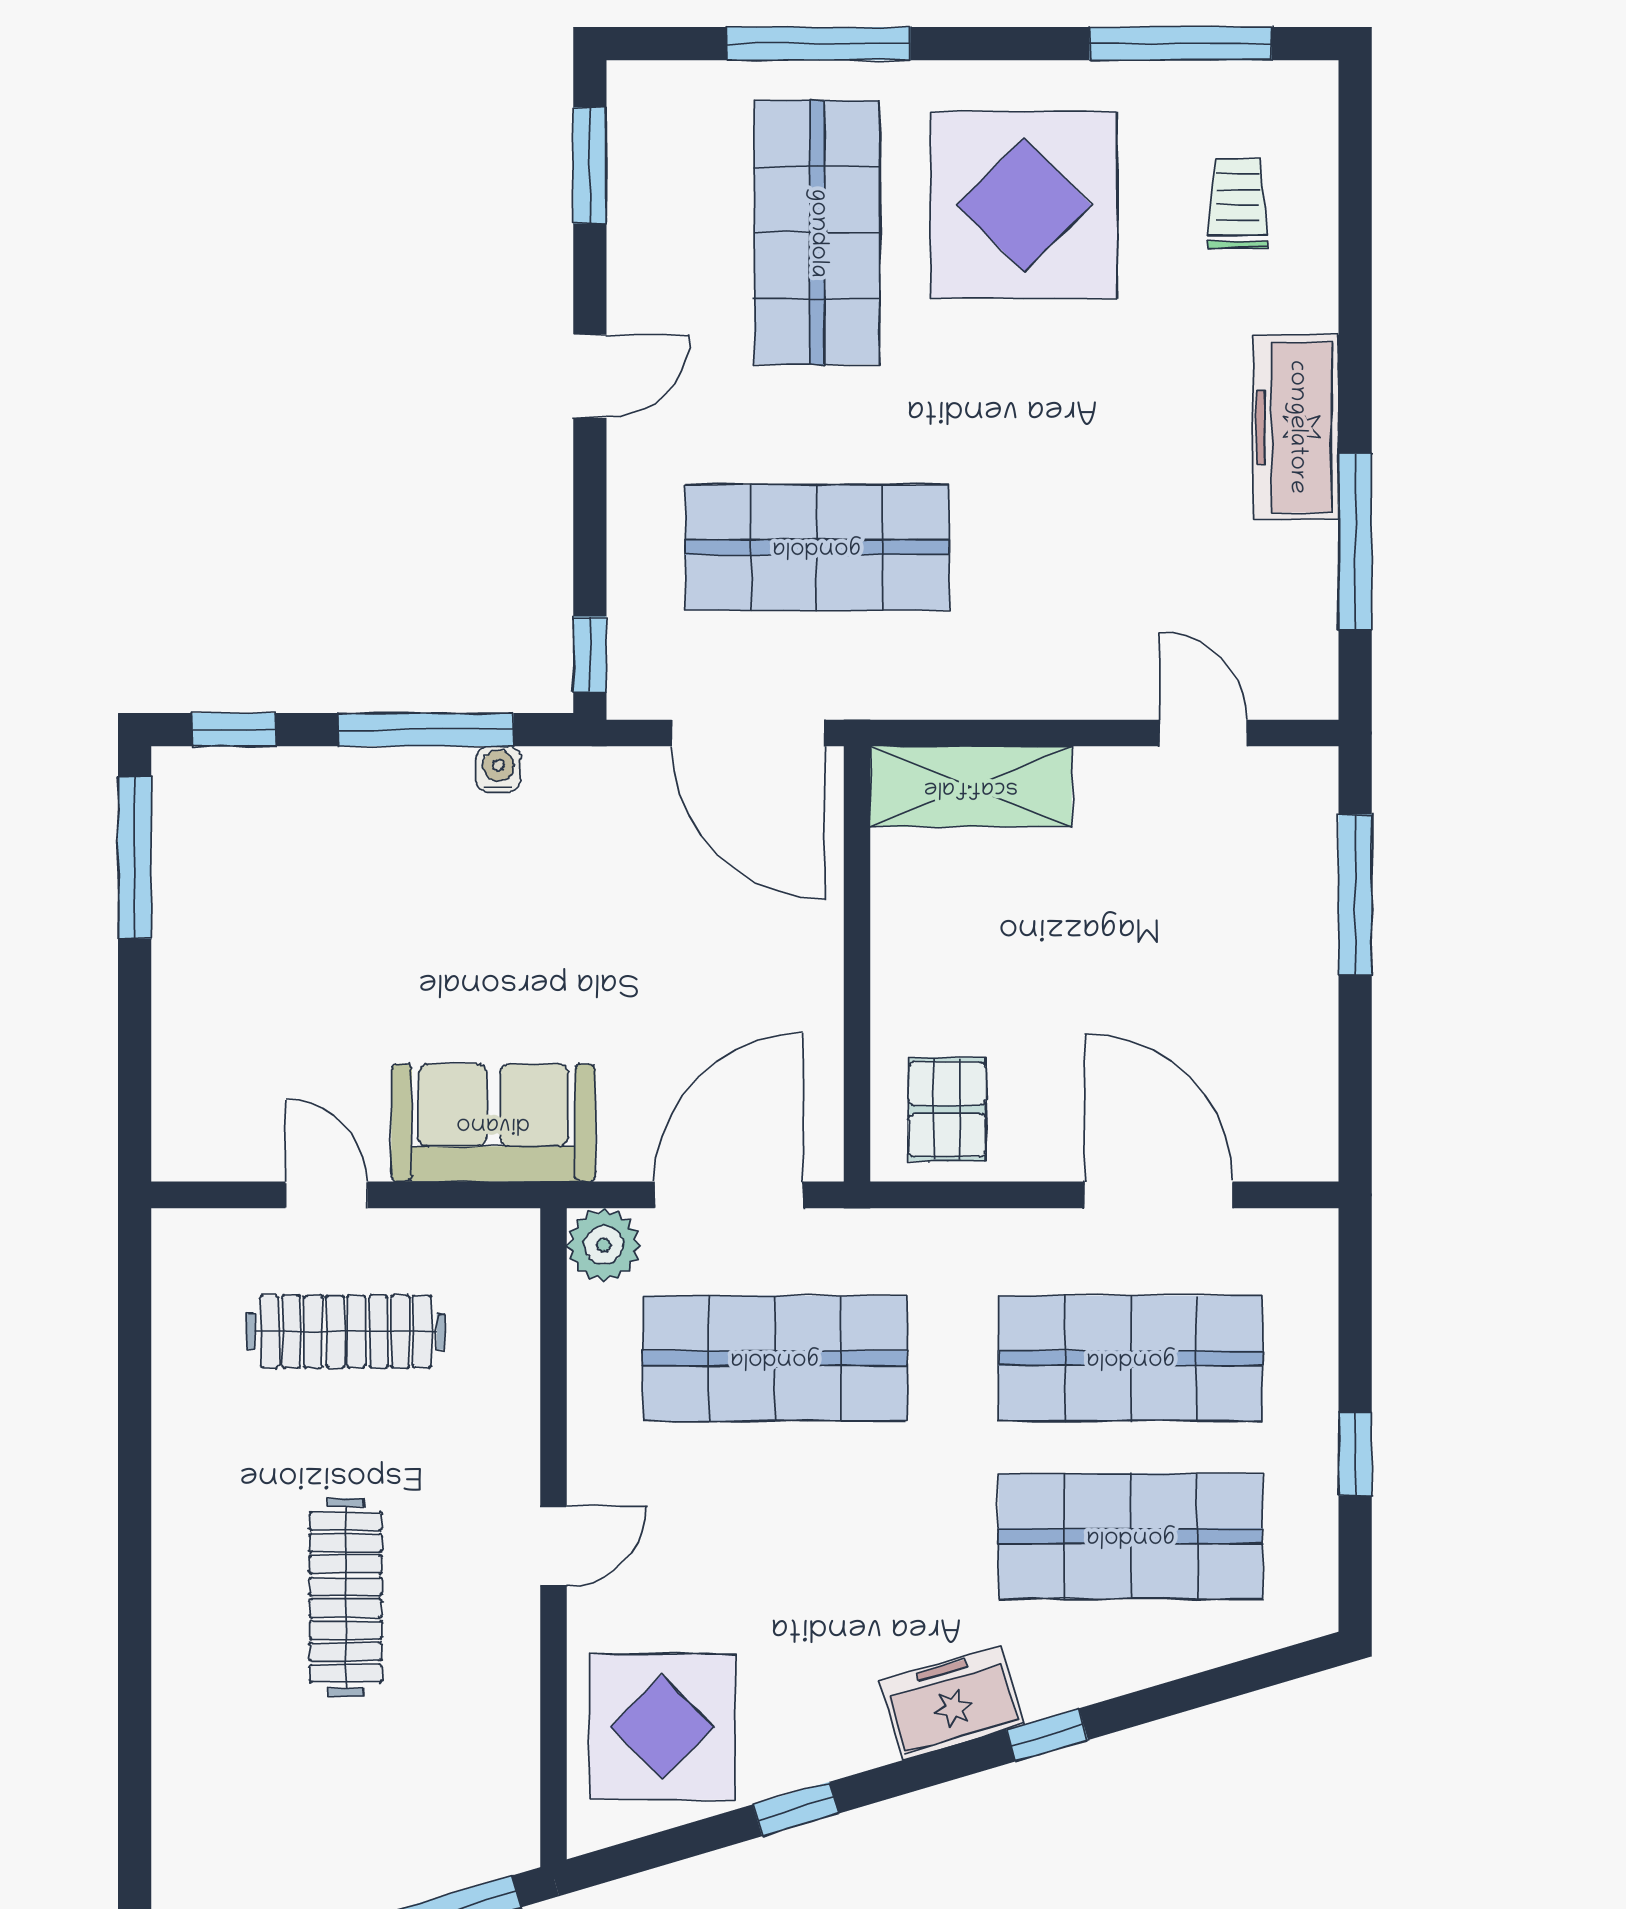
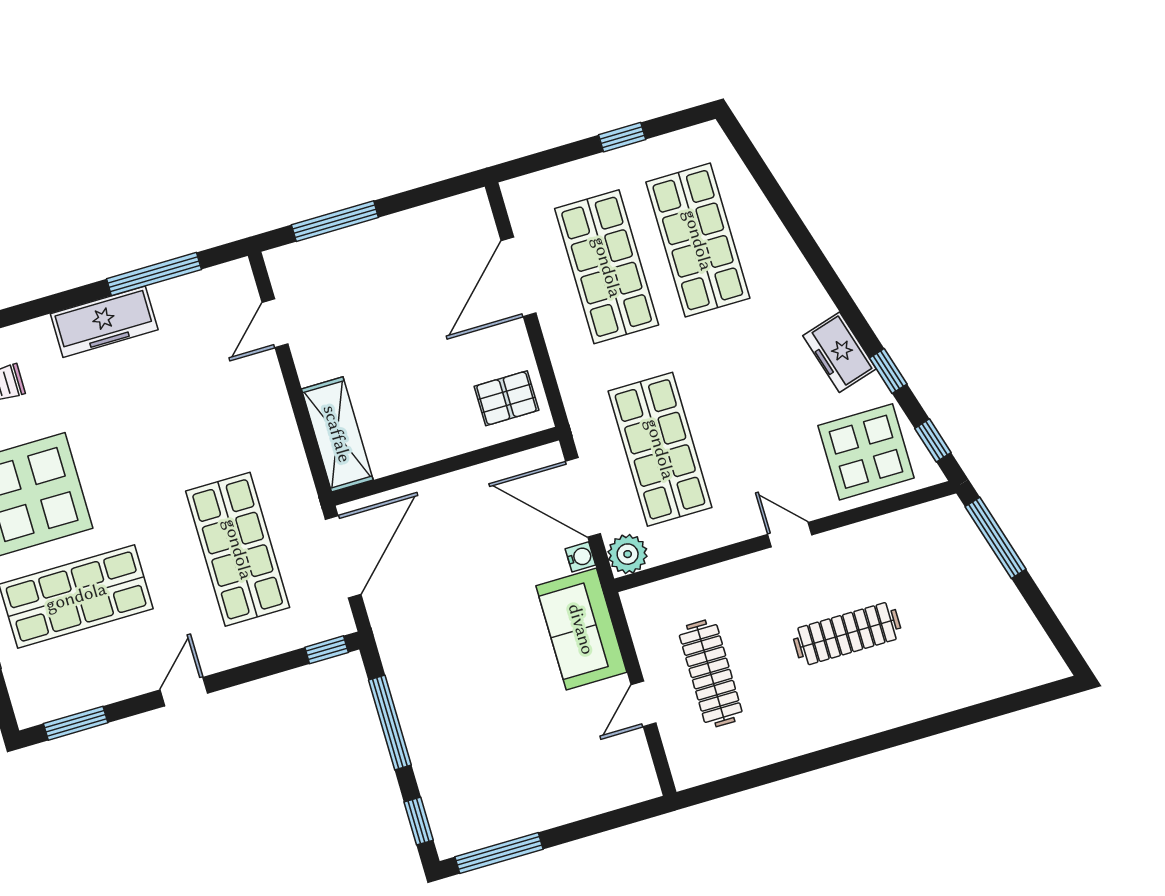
door: (590, 376) -> (184, 692), hinge flipped
water cooler: (498, 769) -> (580, 557), moved, turned 180
freezer: (952, 1703) -> (839, 352), moved
window: (1047, 1735) -> (933, 440), moved

